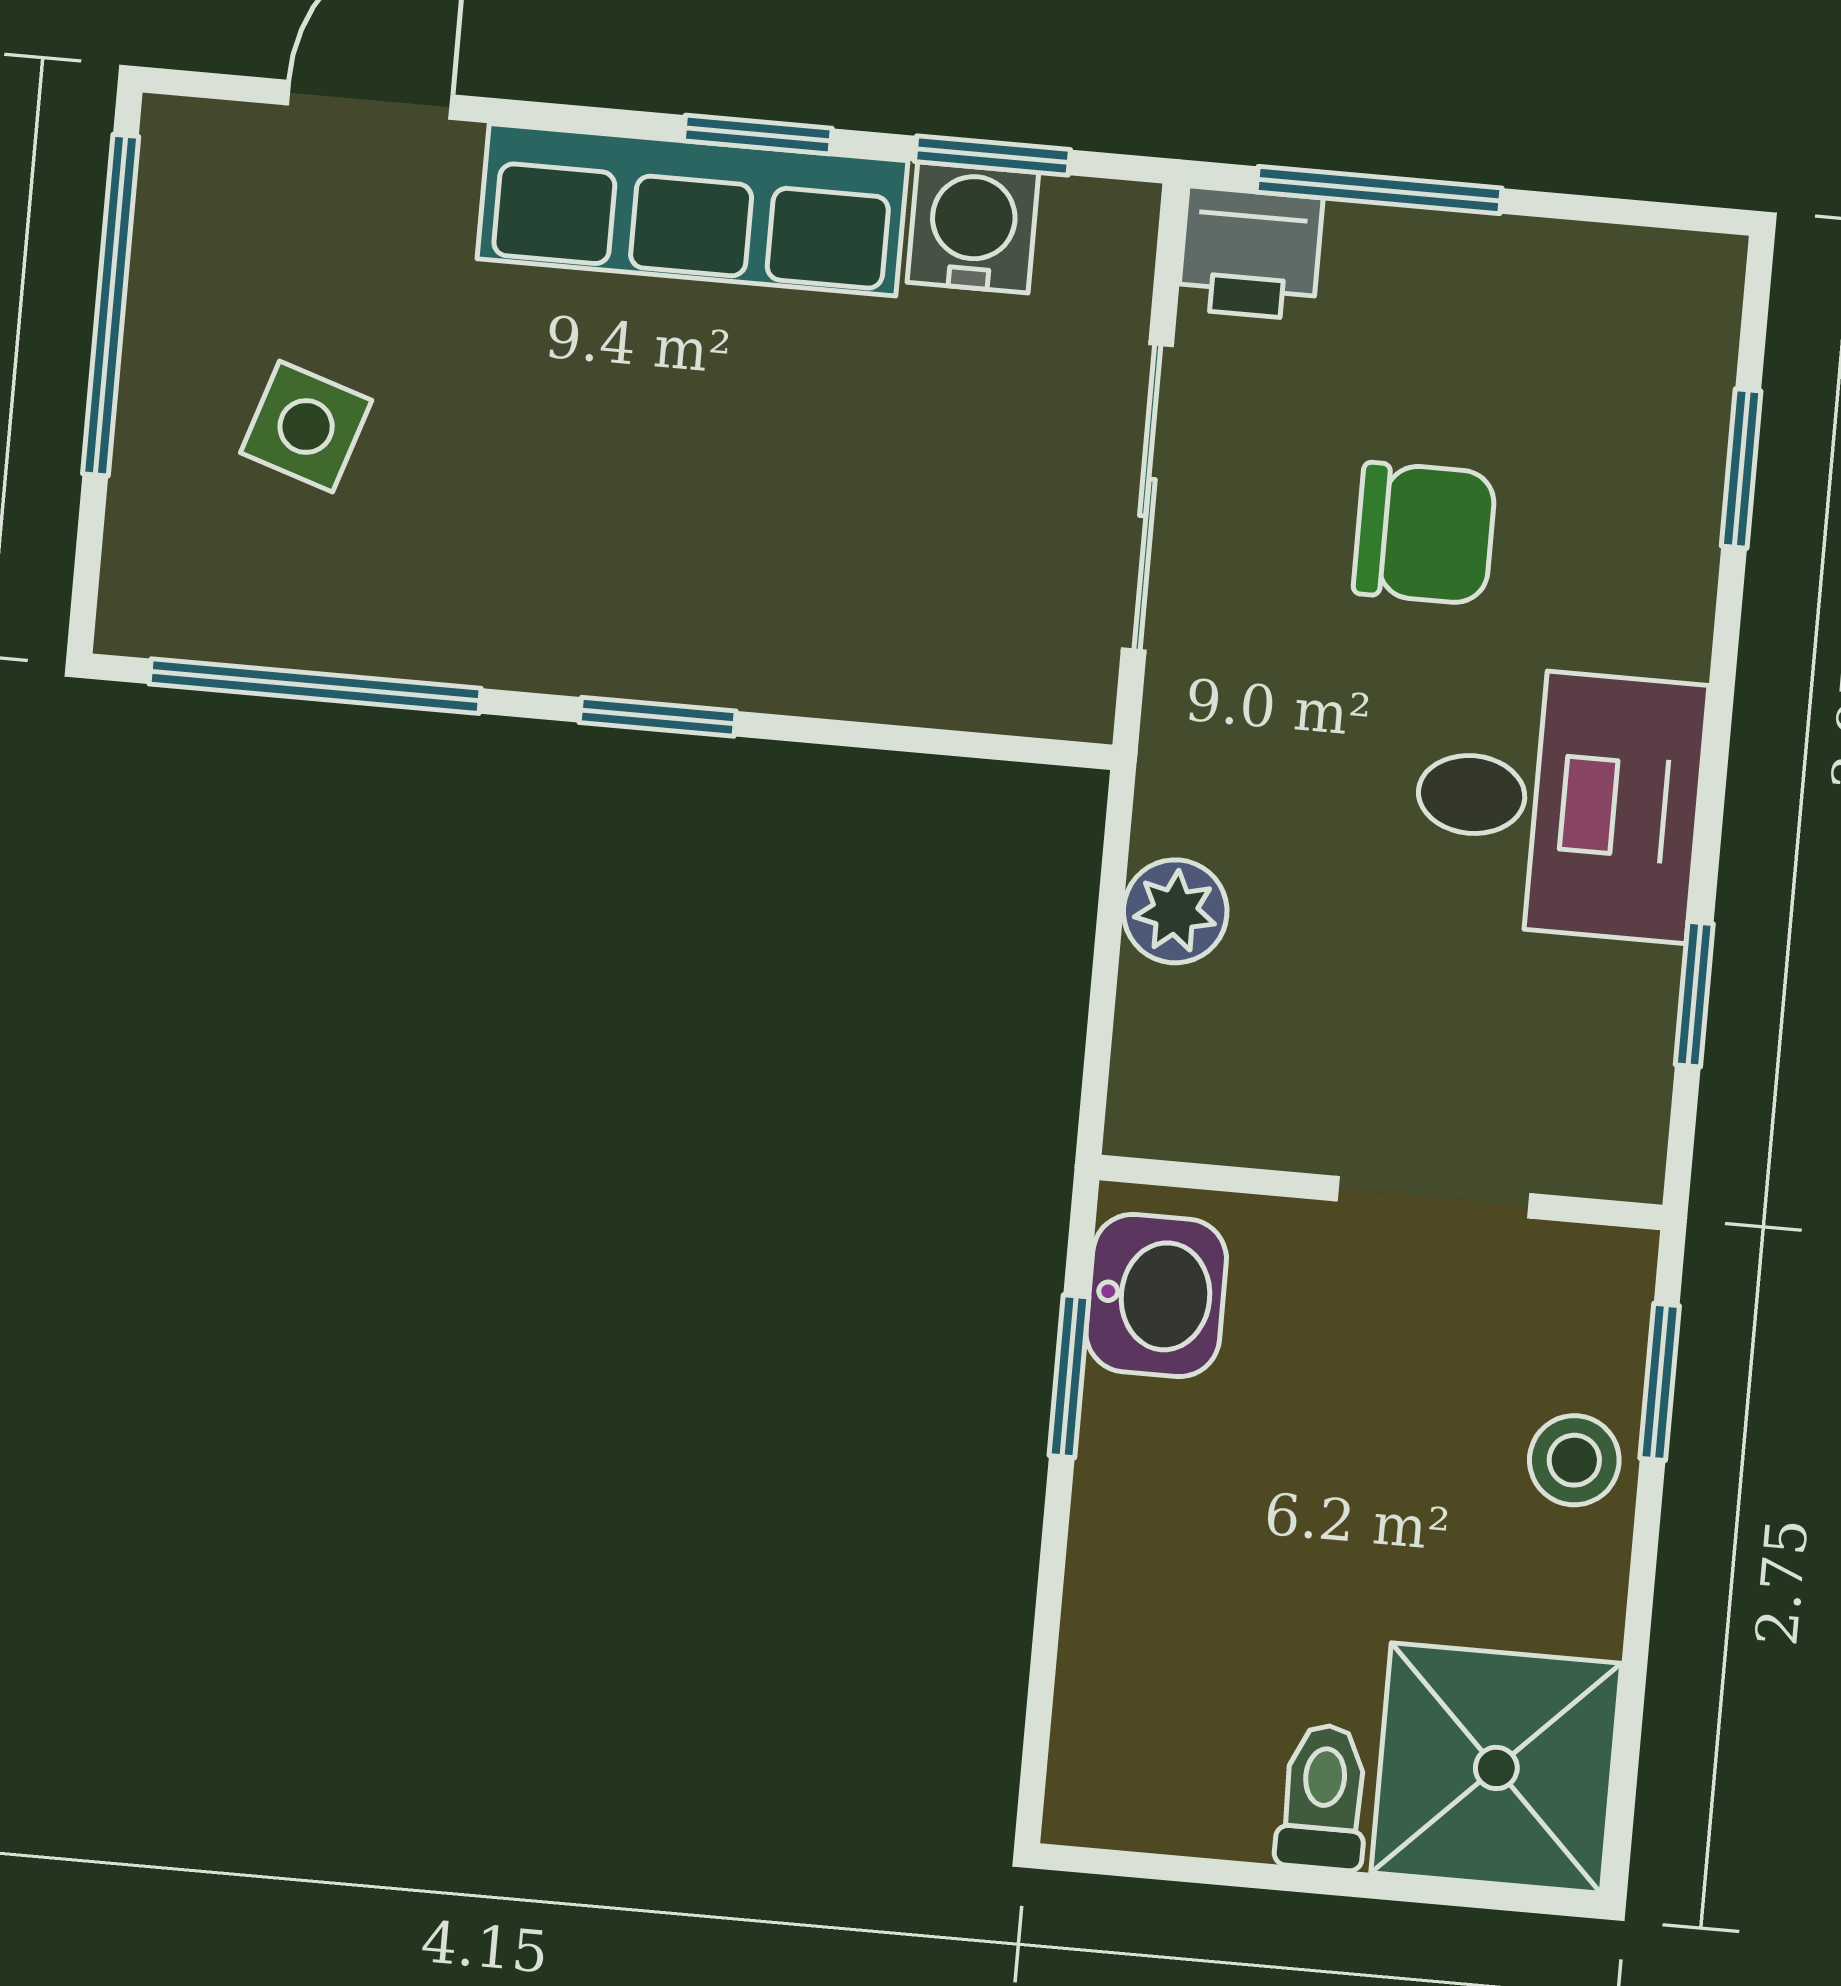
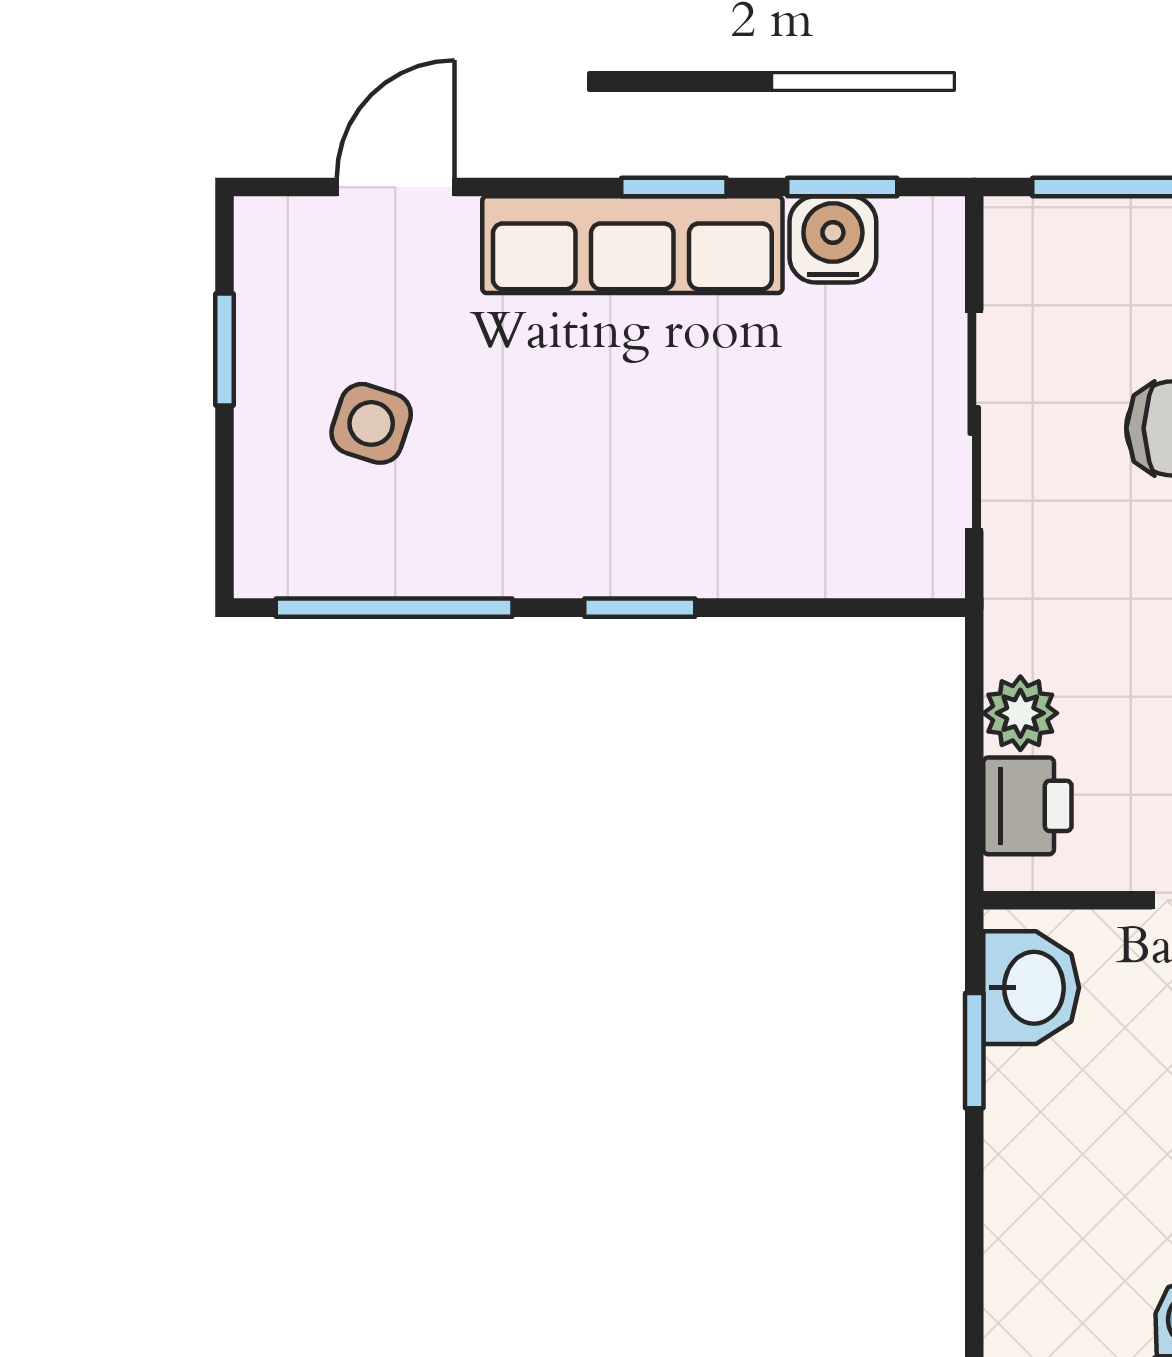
printer: (1250, 253) -> (1027, 806), moved, turned -90
window: (111, 305) -> (224, 350), width x0.46

